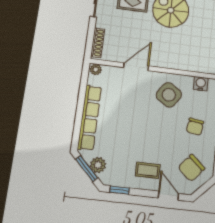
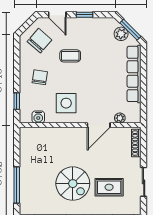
plant: (96, 69) -> (120, 118), moved
side table: (169, 95) -> (66, 103), turned -34
coffee table: (148, 170) -> (70, 56), moved
window: (120, 190) -> (85, 15), moved

